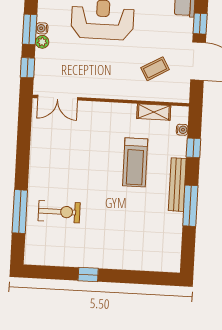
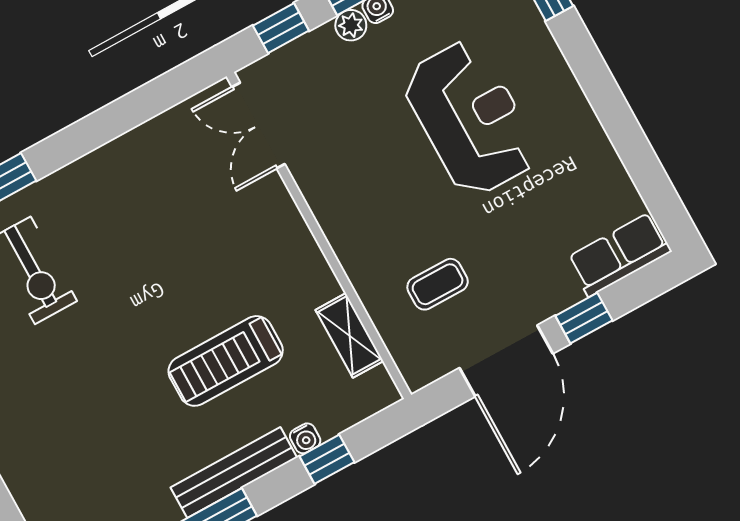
coffee table: (155, 69) -> (438, 284), turned -60
water cooler: (182, 130) -> (305, 438), moved

